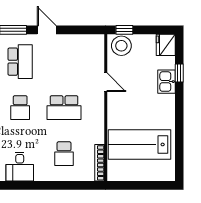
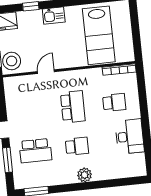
school desk: (20, 62) -> (35, 151), turned 180
kitchen sink: (166, 82) -> (54, 16), moved
desk: (20, 167) -> (130, 137), width x1.37

